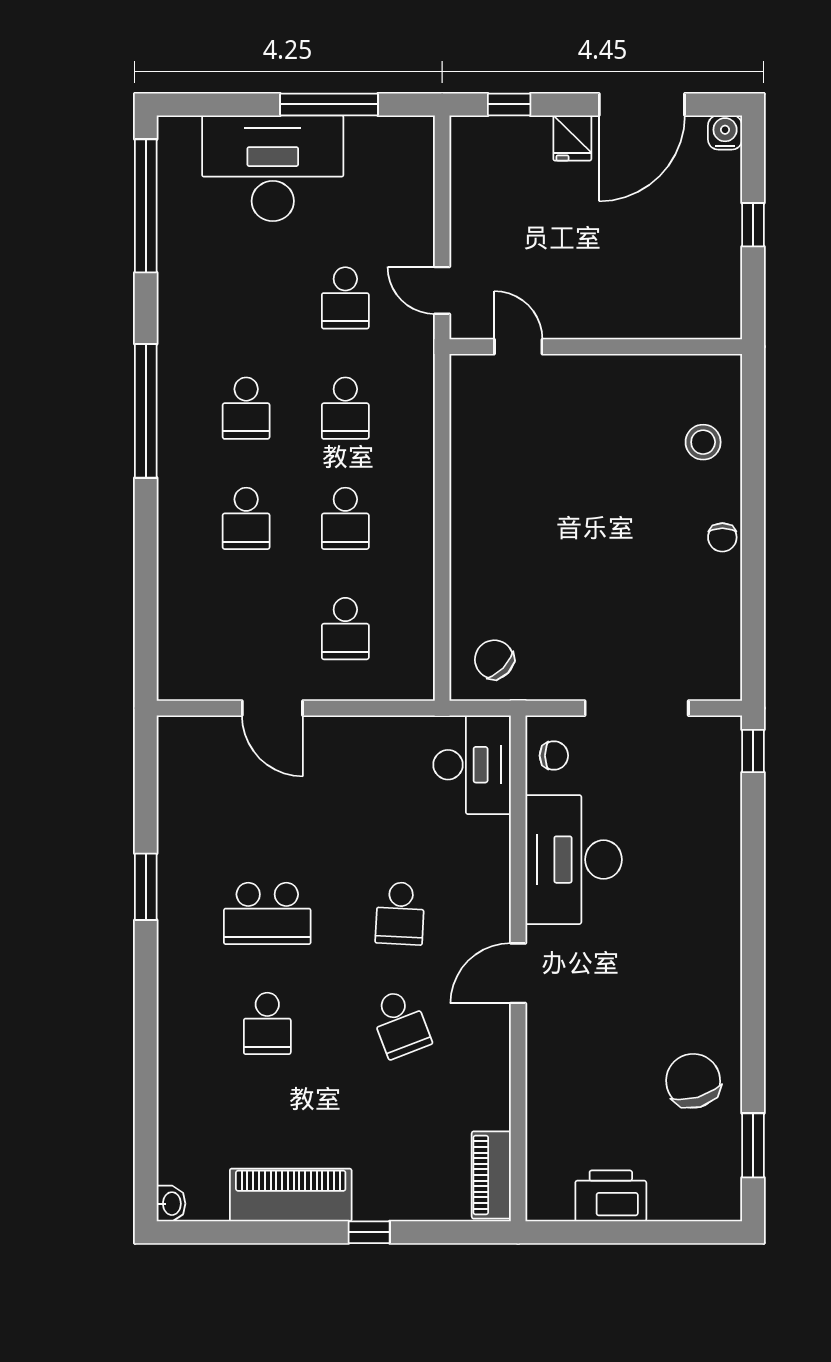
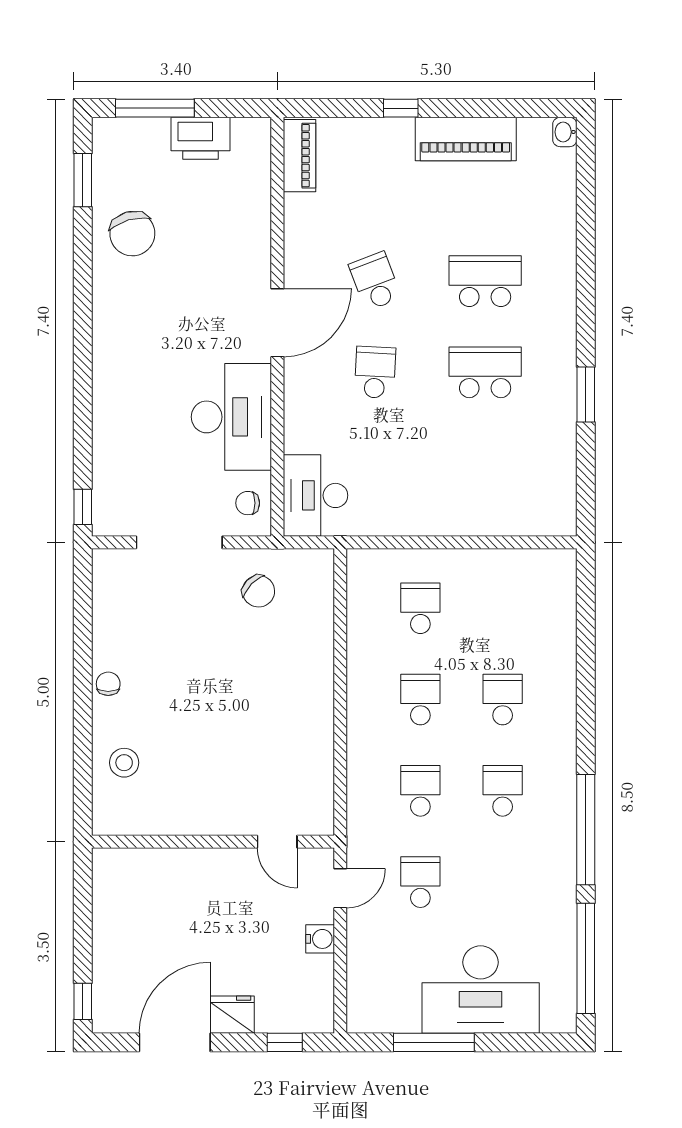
water cooler: (725, 132) -> (320, 939), moved, turned -90
fridge: (572, 138) -> (232, 1015), width x1.38
window: (753, 225) -> (83, 1001), moved
door: (442, 290) -> (340, 888), hinge flipped
window: (146, 411) -> (586, 830), moved
chair: (494, 659) -> (258, 591), moved
door: (272, 708) -> (481, 542), removed
door: (518, 973) -> (277, 323), width x1.36
school desk: (267, 1023) -> (485, 281), width x1.85
window: (666, 1232) -> (155, 108), added

